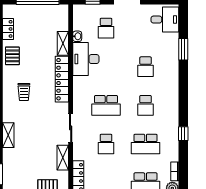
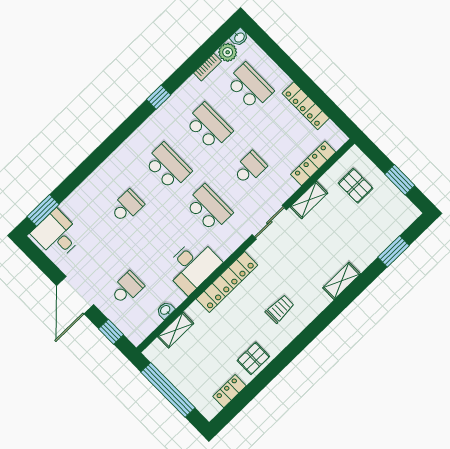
shelving: (63, 43) -> (176, 330), moved
window: (183, 49) -> (43, 210), moved
desk: (86, 59) -> (192, 266), moved
school desk: (146, 105) -> (168, 166), width x1.85

